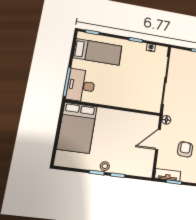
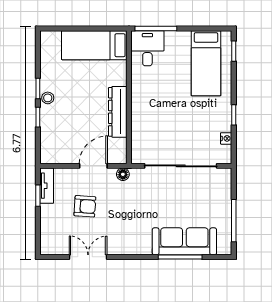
desk: (81, 85) -> (147, 48), width x0.73
dresser: (122, 117) -> (118, 112), added
bed: (77, 128) -> (94, 45), width x0.67
door: (158, 140) -> (93, 166), hinge flipped

